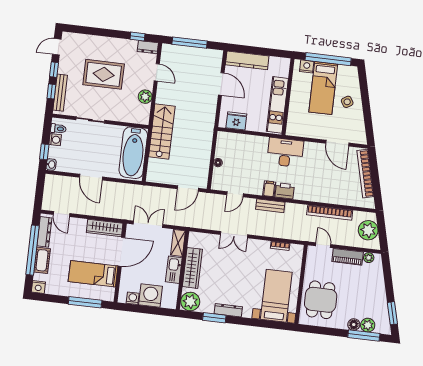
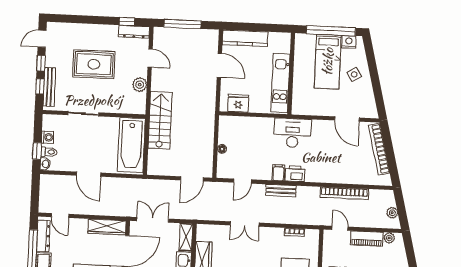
dresser: (148, 47) -> (134, 32), width x1.44
nightstand: (307, 66) -> (349, 42), moved
toilet: (58, 129) -> (49, 152), moved
plant: (368, 230) -> (392, 213), width x0.53, depth x0.53

